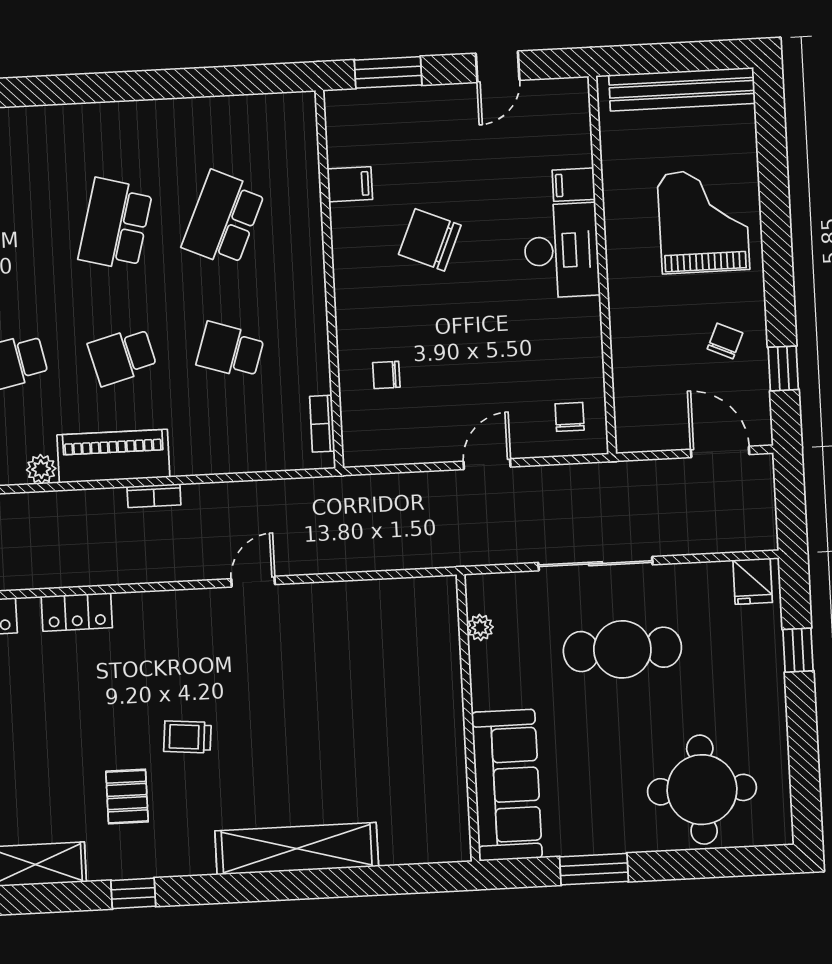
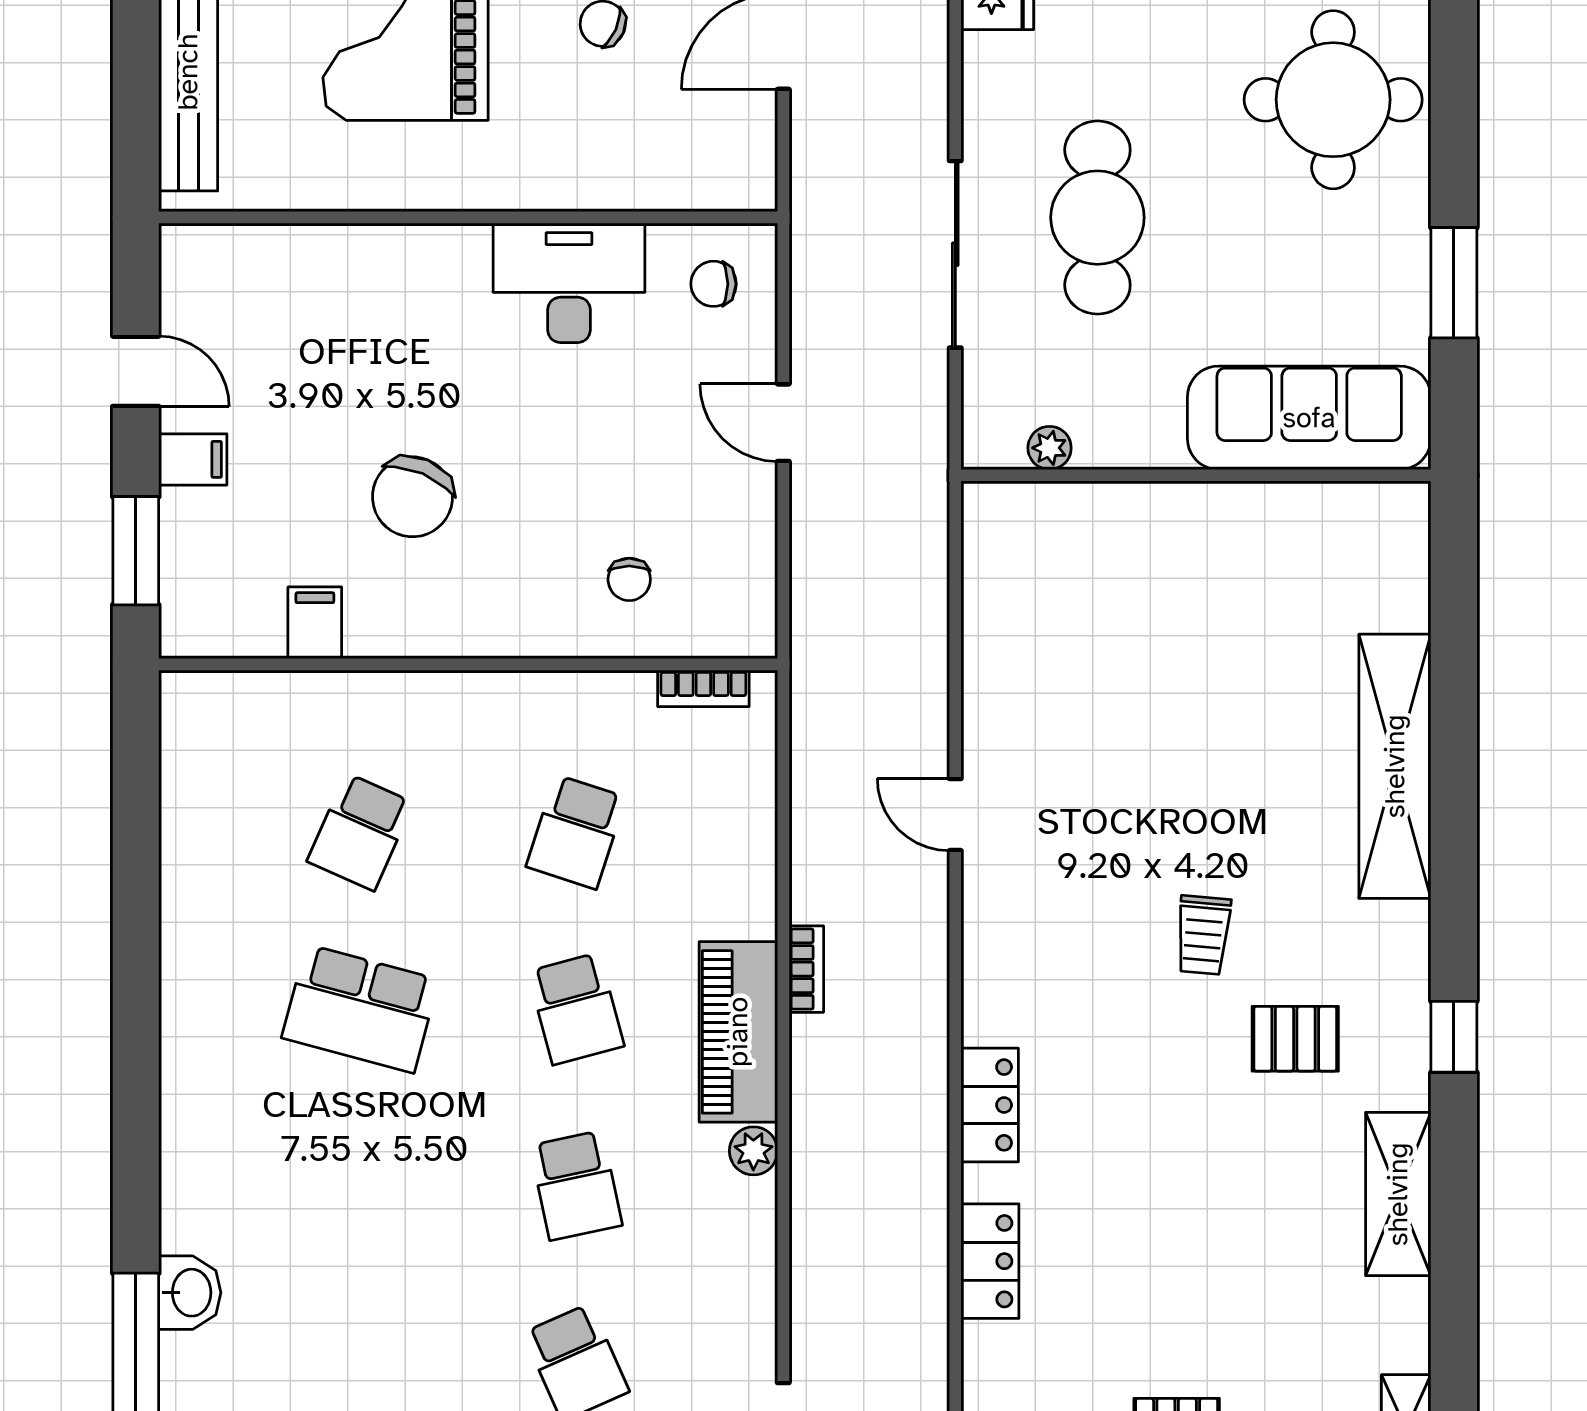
filing cabinet: (574, 185) -> (193, 459), moved, turned -90
school desk: (223, 219) -> (360, 832), width x0.54
desk: (562, 250) -> (569, 283), moved

